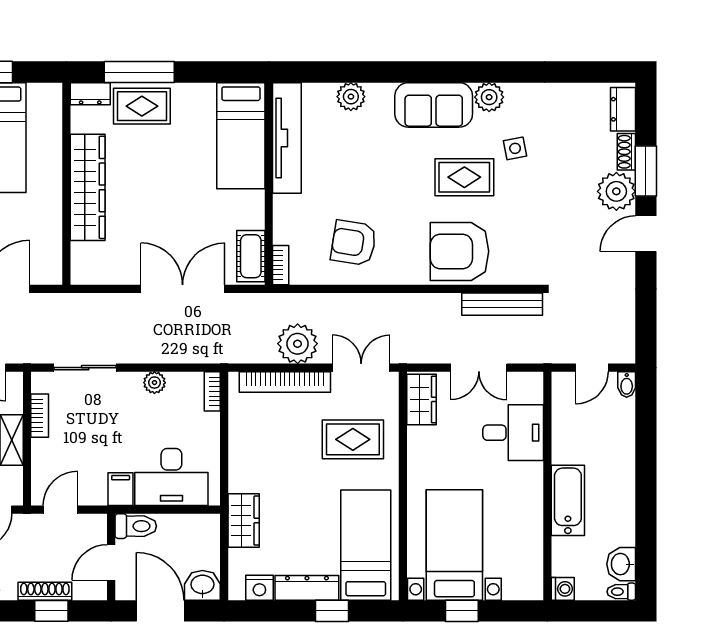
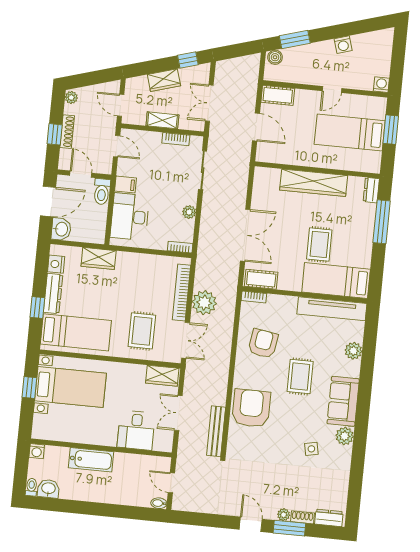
rug: (142, 106) -> (319, 244), moved
rug: (464, 177) -> (300, 377), moved
plant: (616, 191) -> (284, 515), width x0.53, depth x0.53

